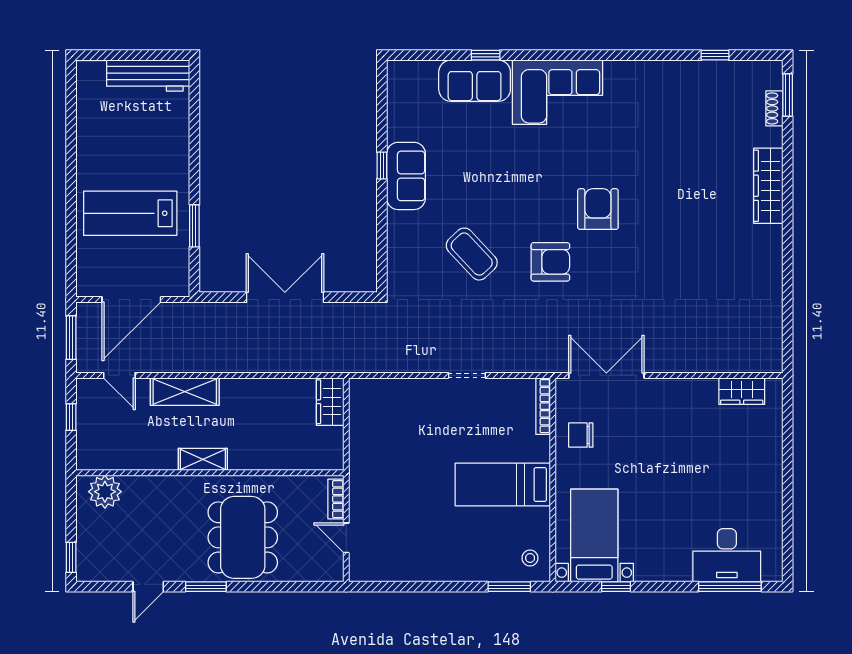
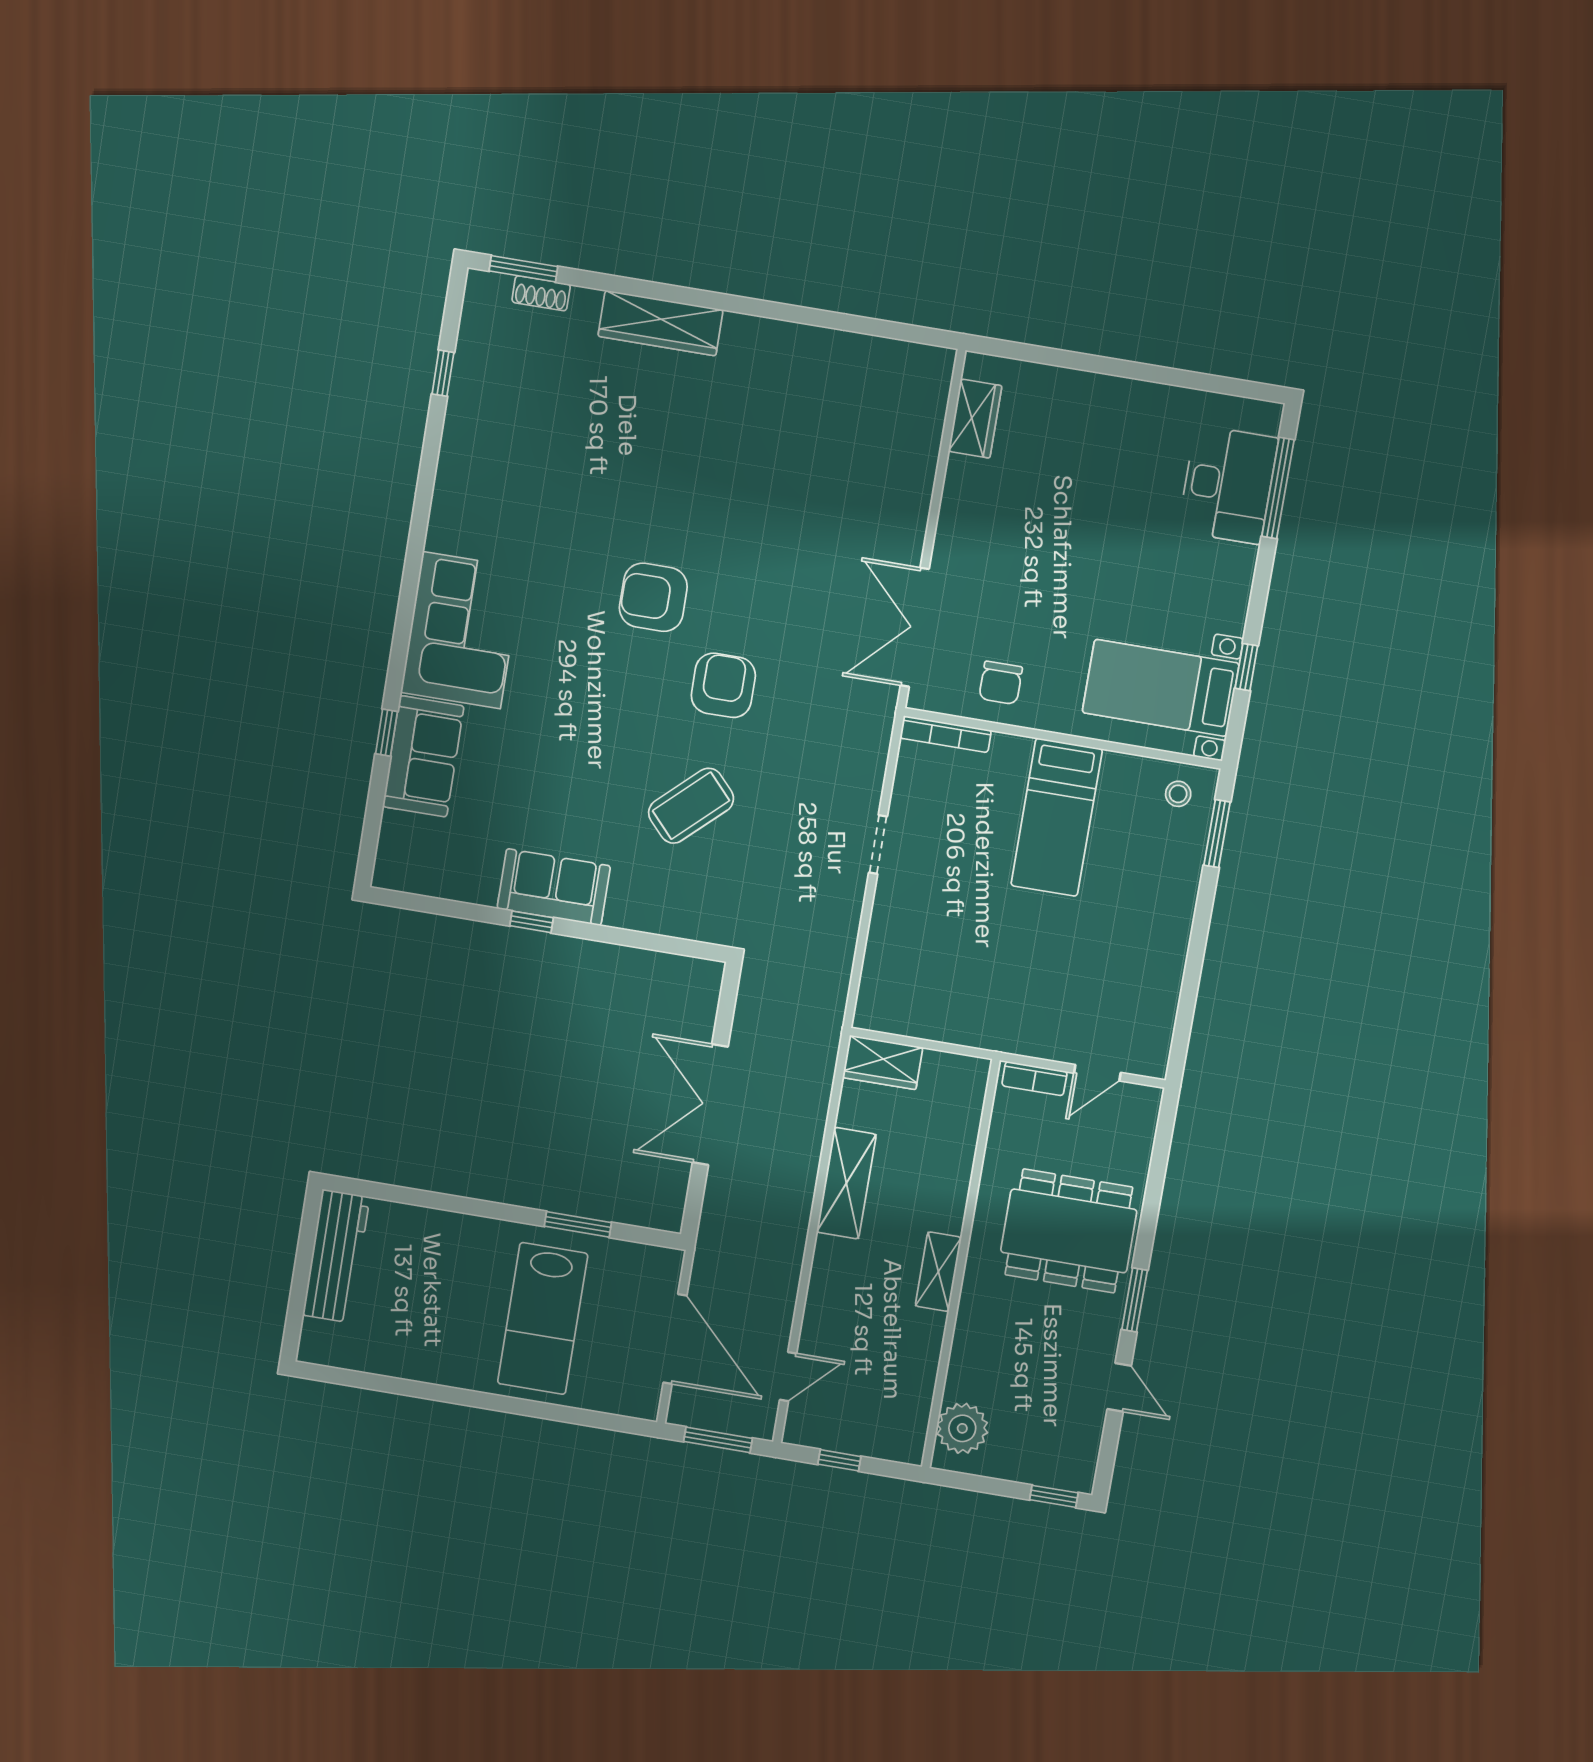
shelving: (185, 392) -> (846, 1183), moved

